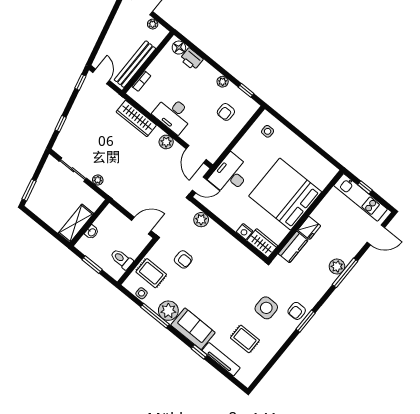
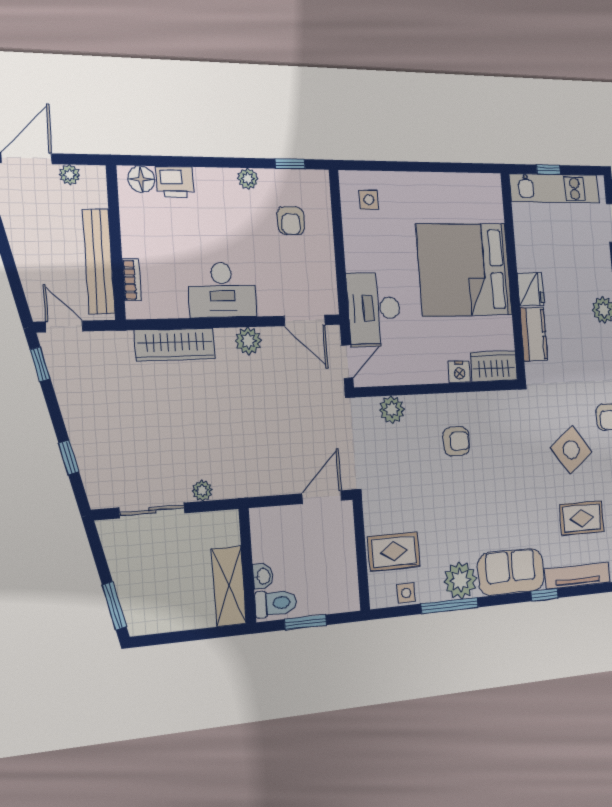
toilet: (122, 259) -> (276, 603), moved, turned 180
armchair: (183, 259) -> (456, 441), moved
side table: (266, 308) -> (571, 450), turned -37

